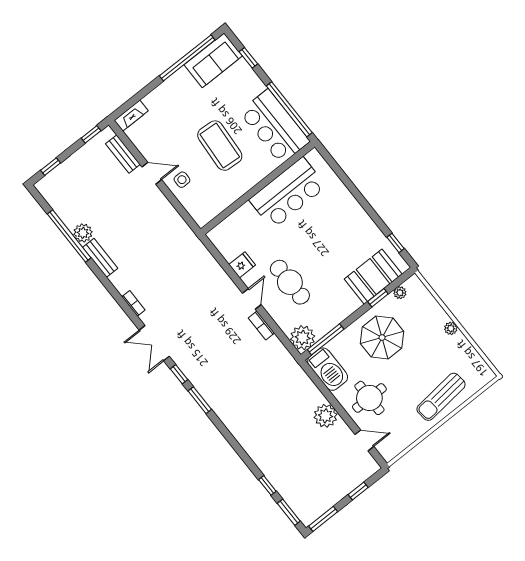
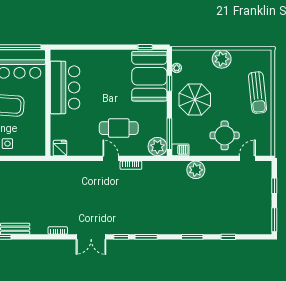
fridge: (242, 265) -> (60, 148), moved
booth: (373, 277) -> (149, 76), width x1.36, depth x1.42
plant: (451, 328) -> (222, 59), width x1.88, depth x1.88
barbecue: (328, 369) -> (180, 150), width x0.53, depth x0.65
plant: (325, 416) -> (196, 170), moved
window: (289, 512) -> (192, 237), moved

